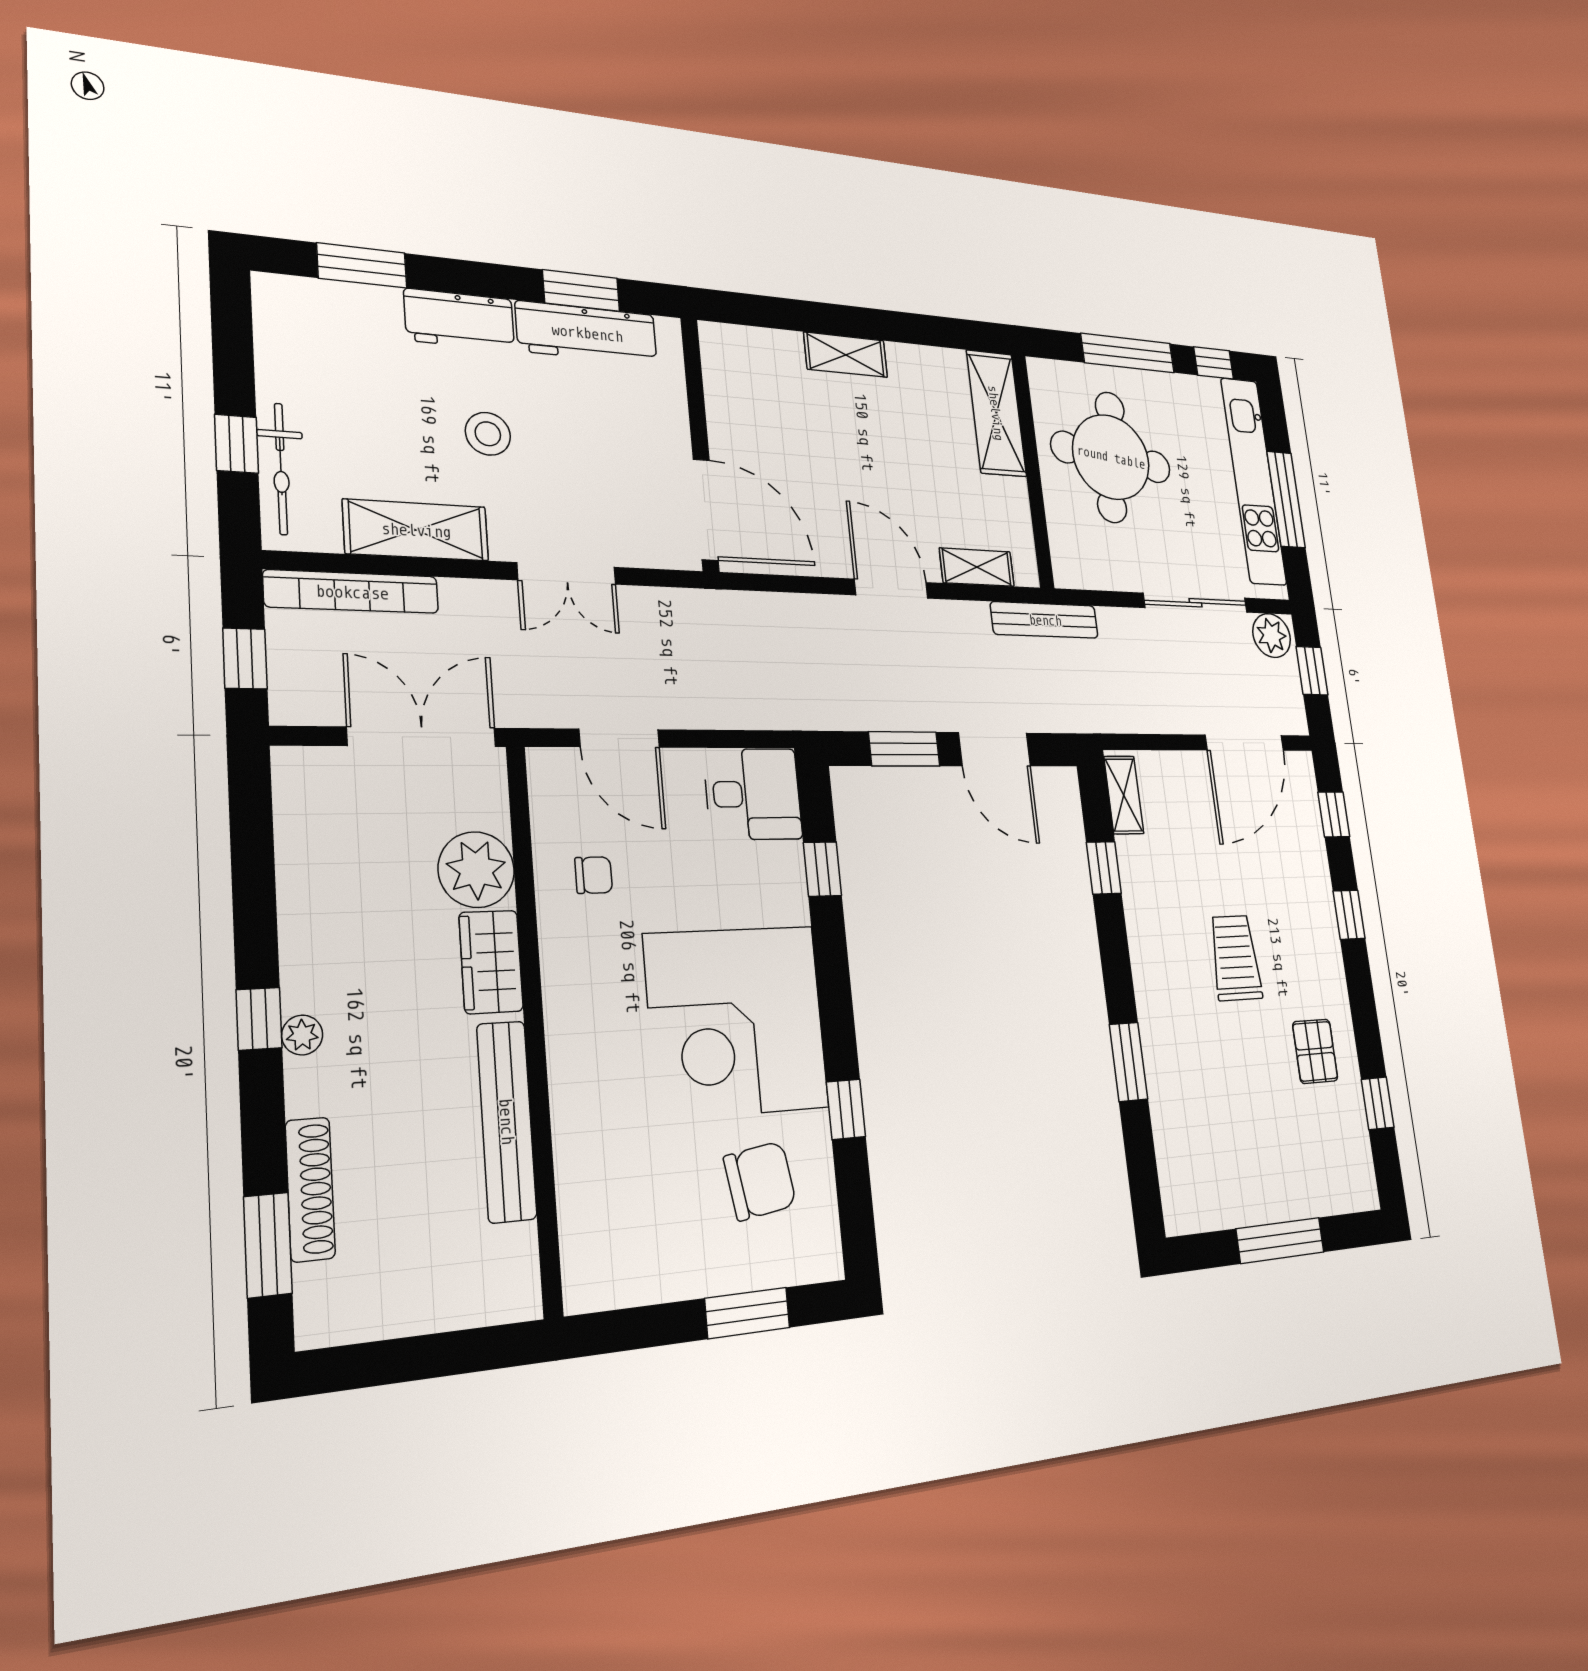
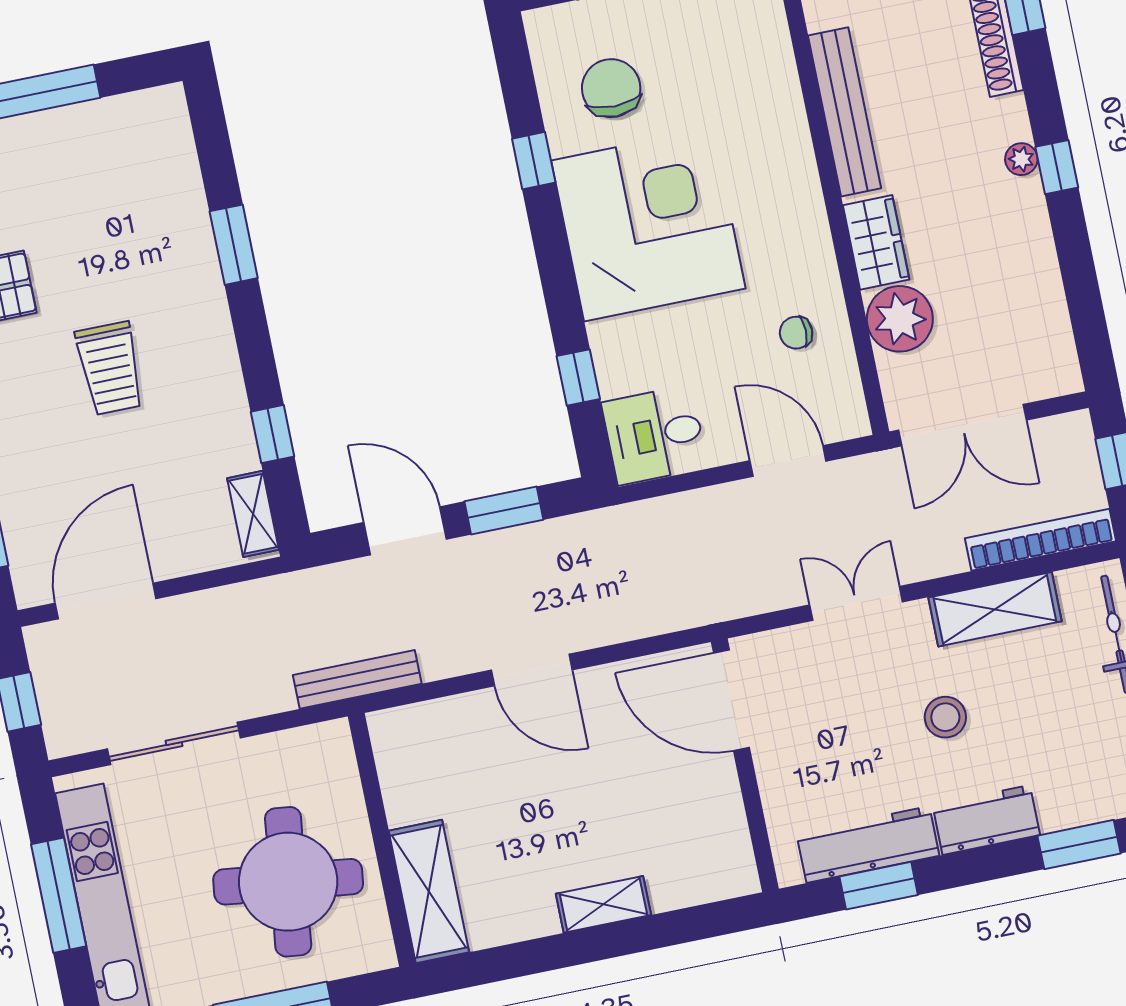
shelving: (977, 567) -> (439, 717), removed
plant: (1272, 636) -> (74, 730), removed
chair: (760, 1181) -> (611, 88), turned 99

